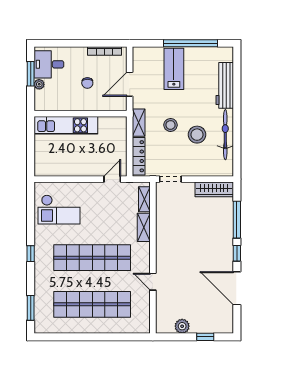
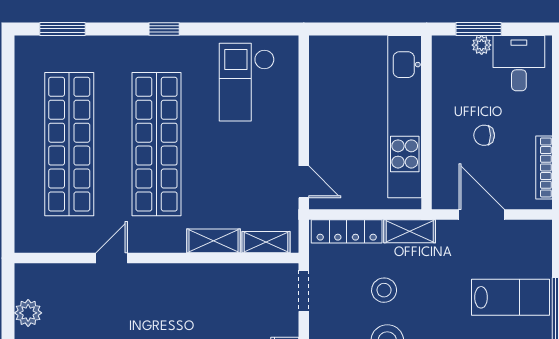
window: (31, 74) -> (479, 29), moved
kitchen unit: (66, 125) -> (405, 117), width x1.36
stool: (170, 125) -> (384, 290), moved

